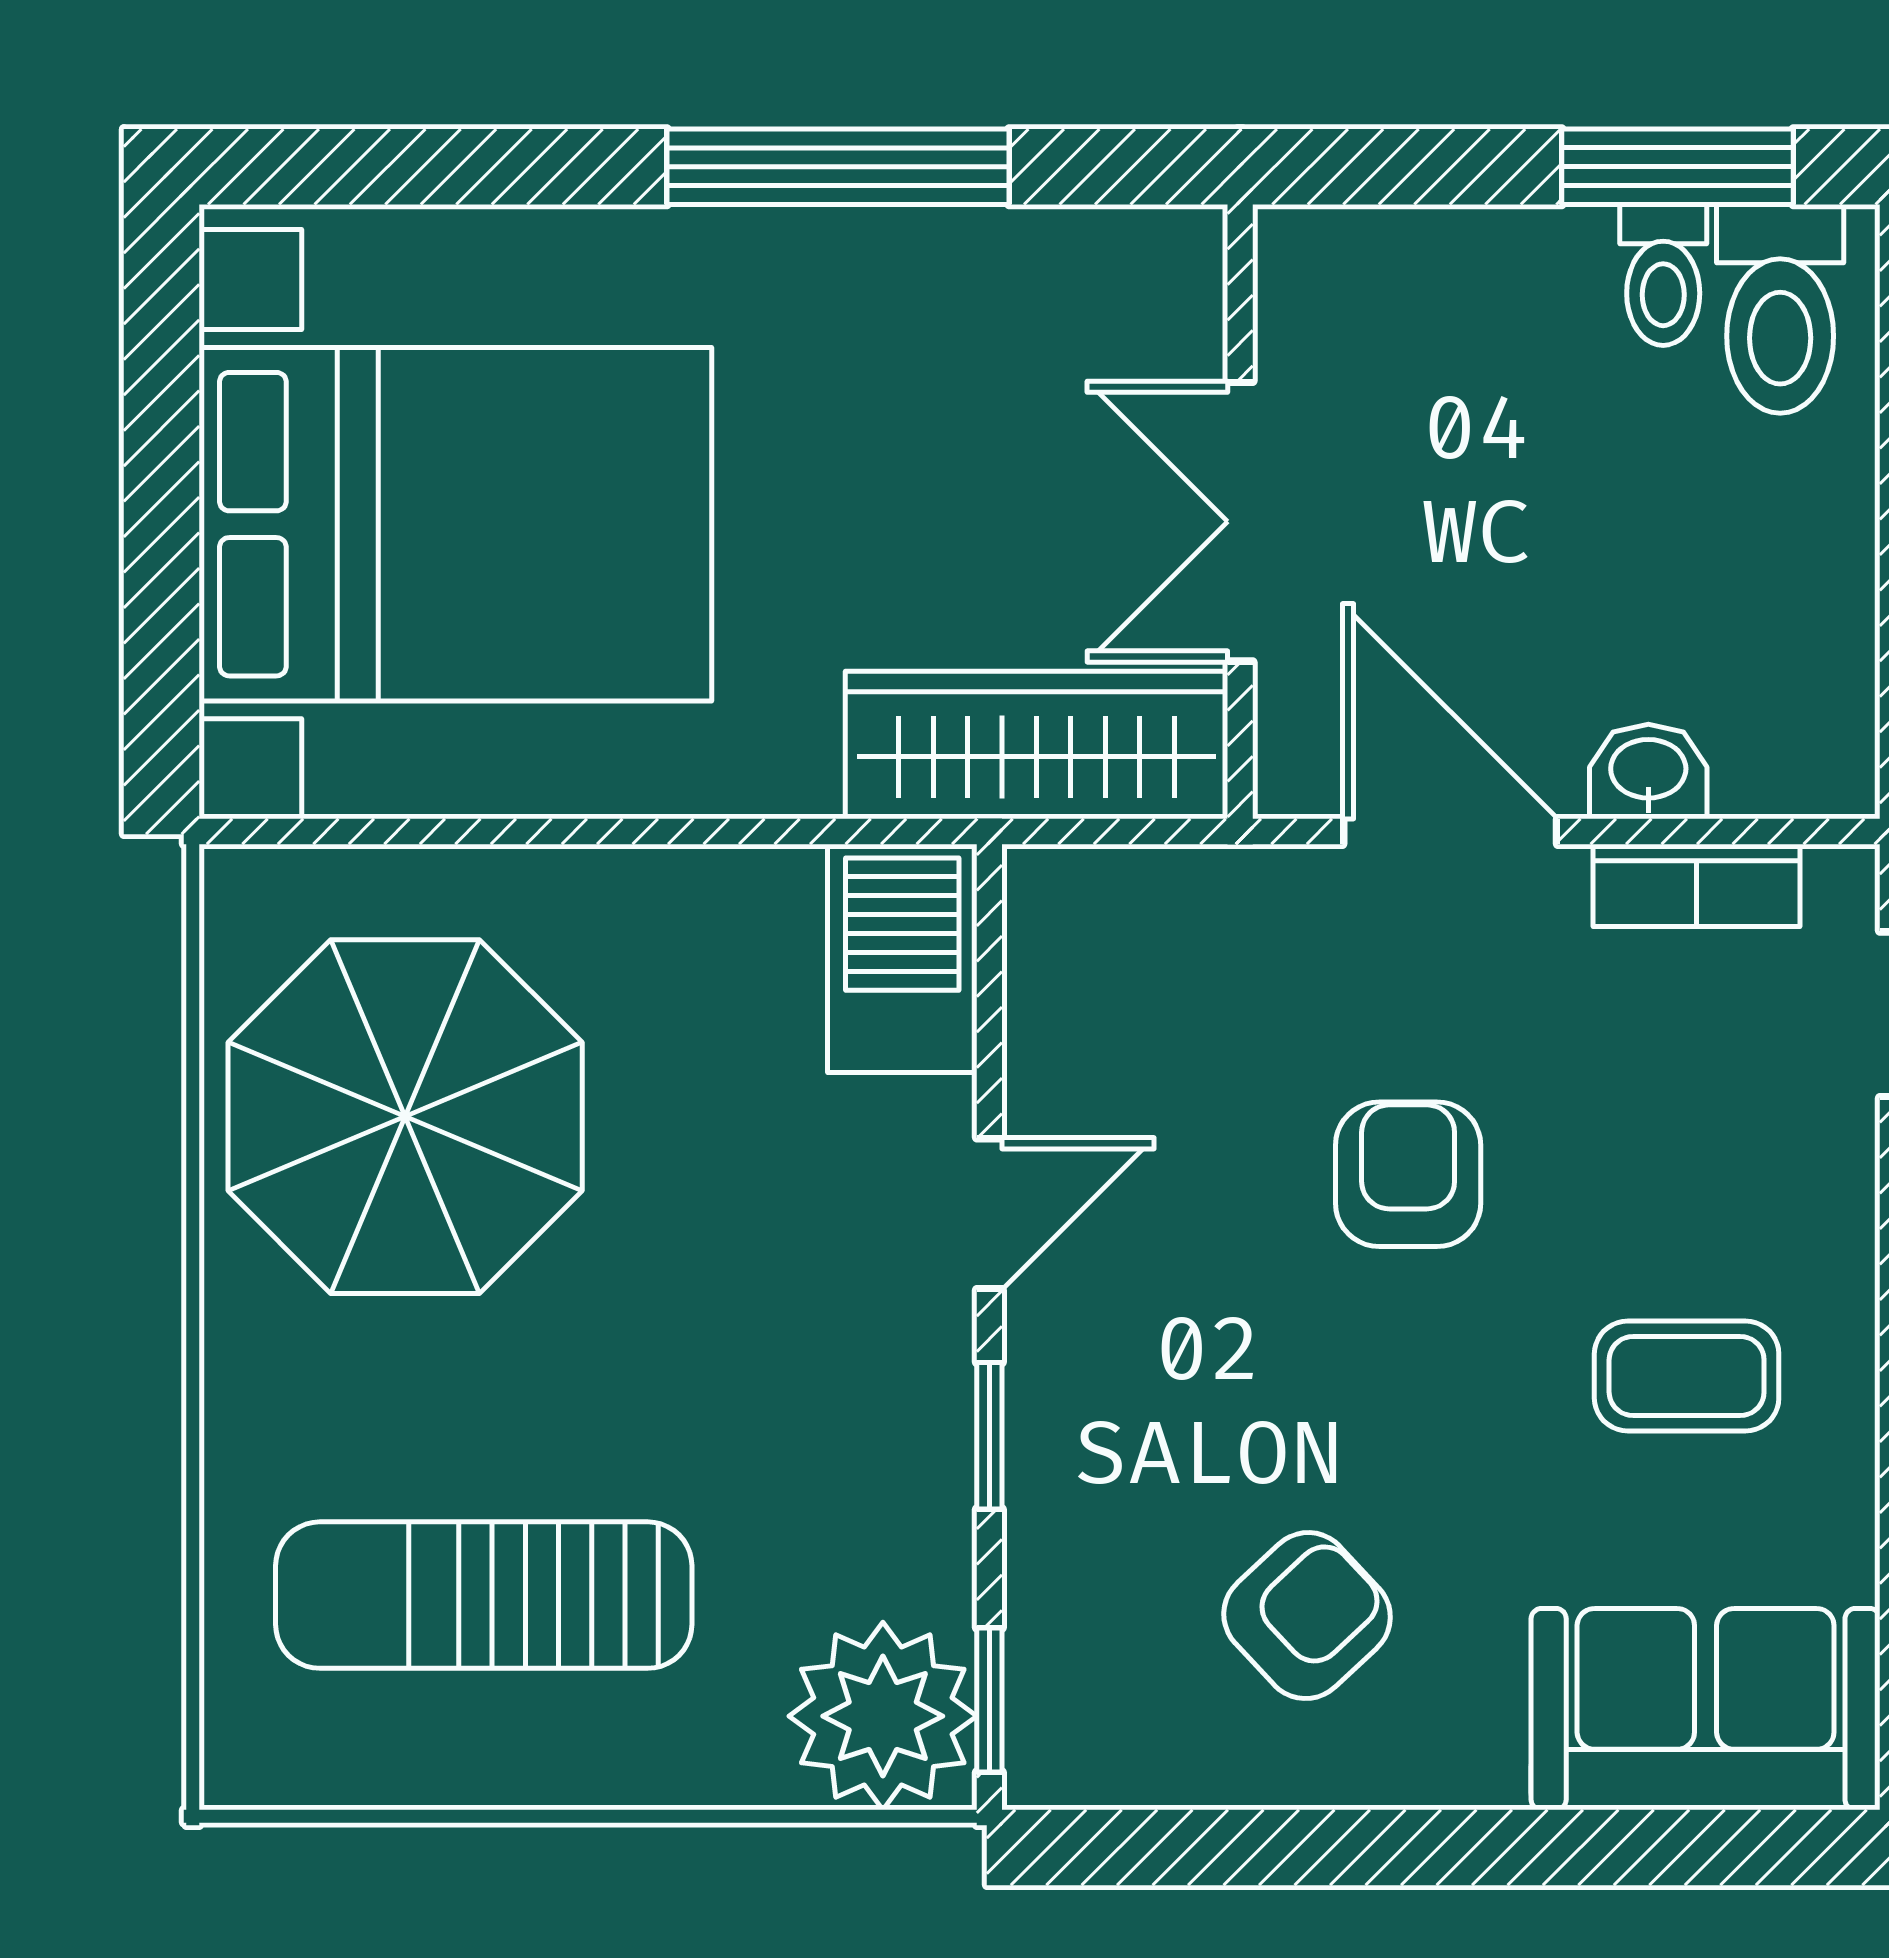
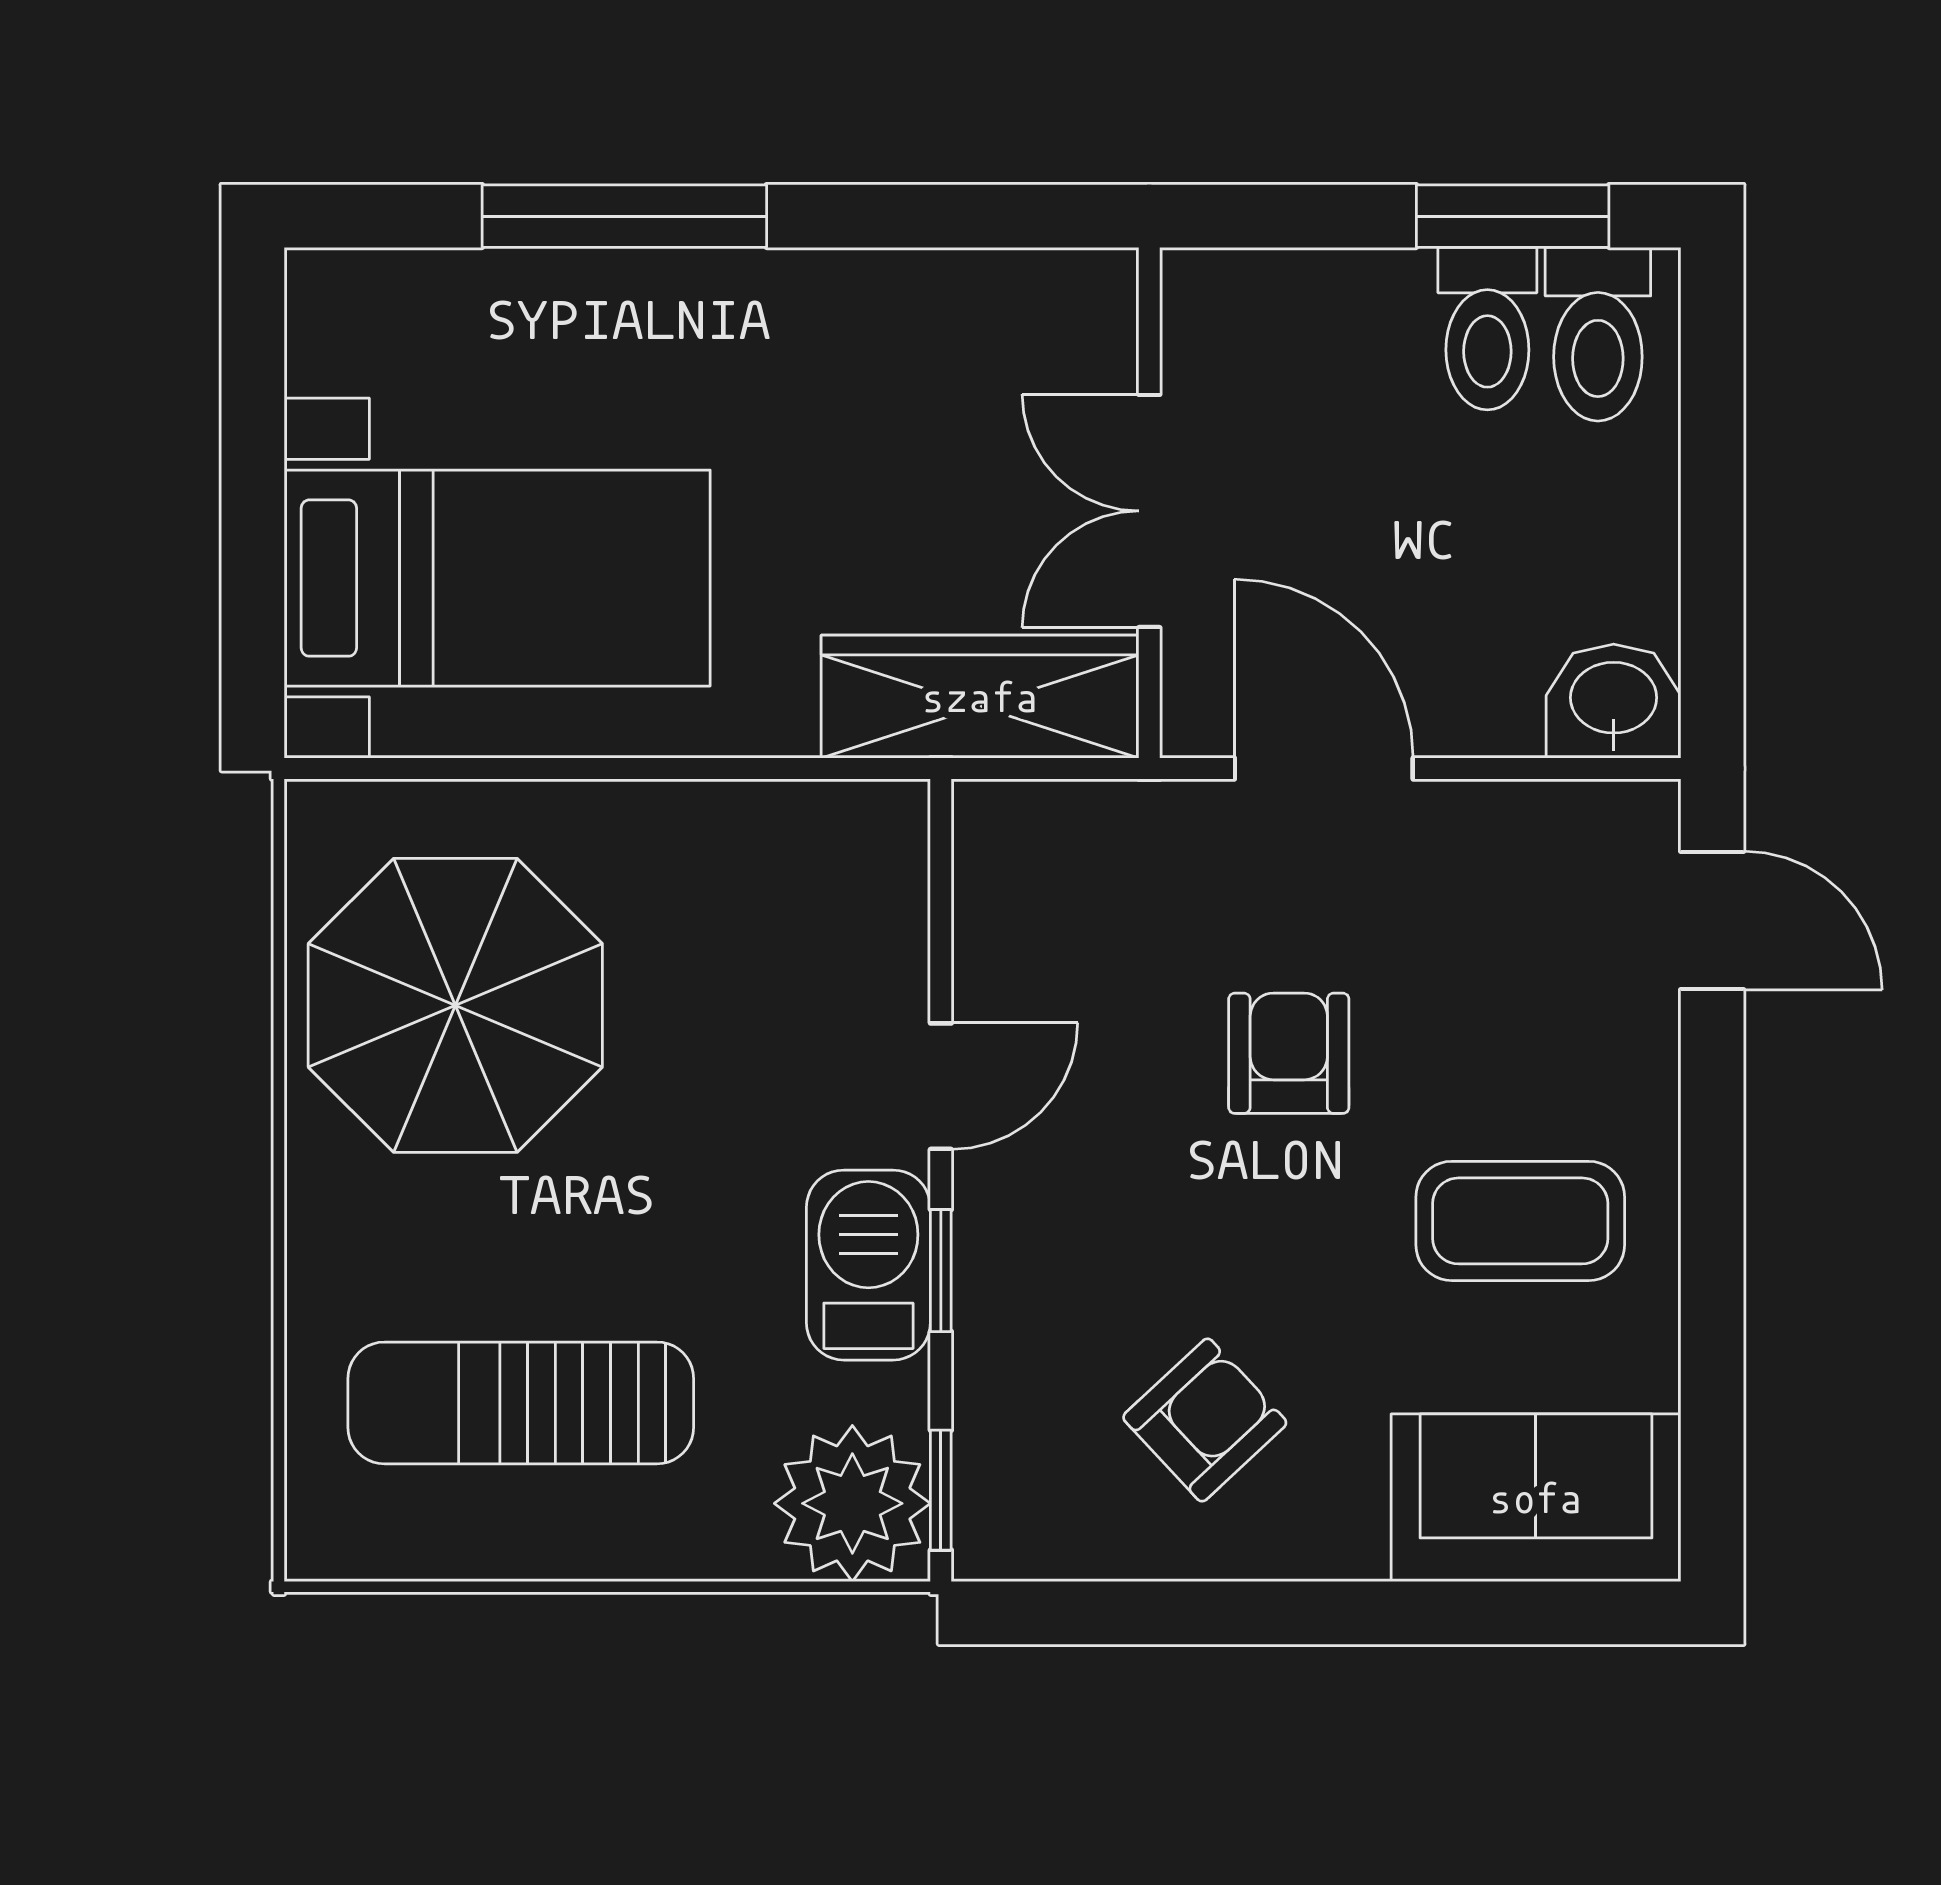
window: (838, 167) -> (624, 216), moved
toilet: (1663, 275) -> (1487, 329), width x1.37, depth x1.39
bed with nightstands: (455, 524) -> (497, 578), width x0.73
washbasin: (1648, 772) -> (1614, 701), moved, width x1.38, depth x1.45
bookcase: (1697, 885) -> (1528, 813), removed
barbecue: (902, 958) -> (868, 1265), moved
coffee table: (1687, 1376) -> (1520, 1221), width x1.36, depth x1.30

